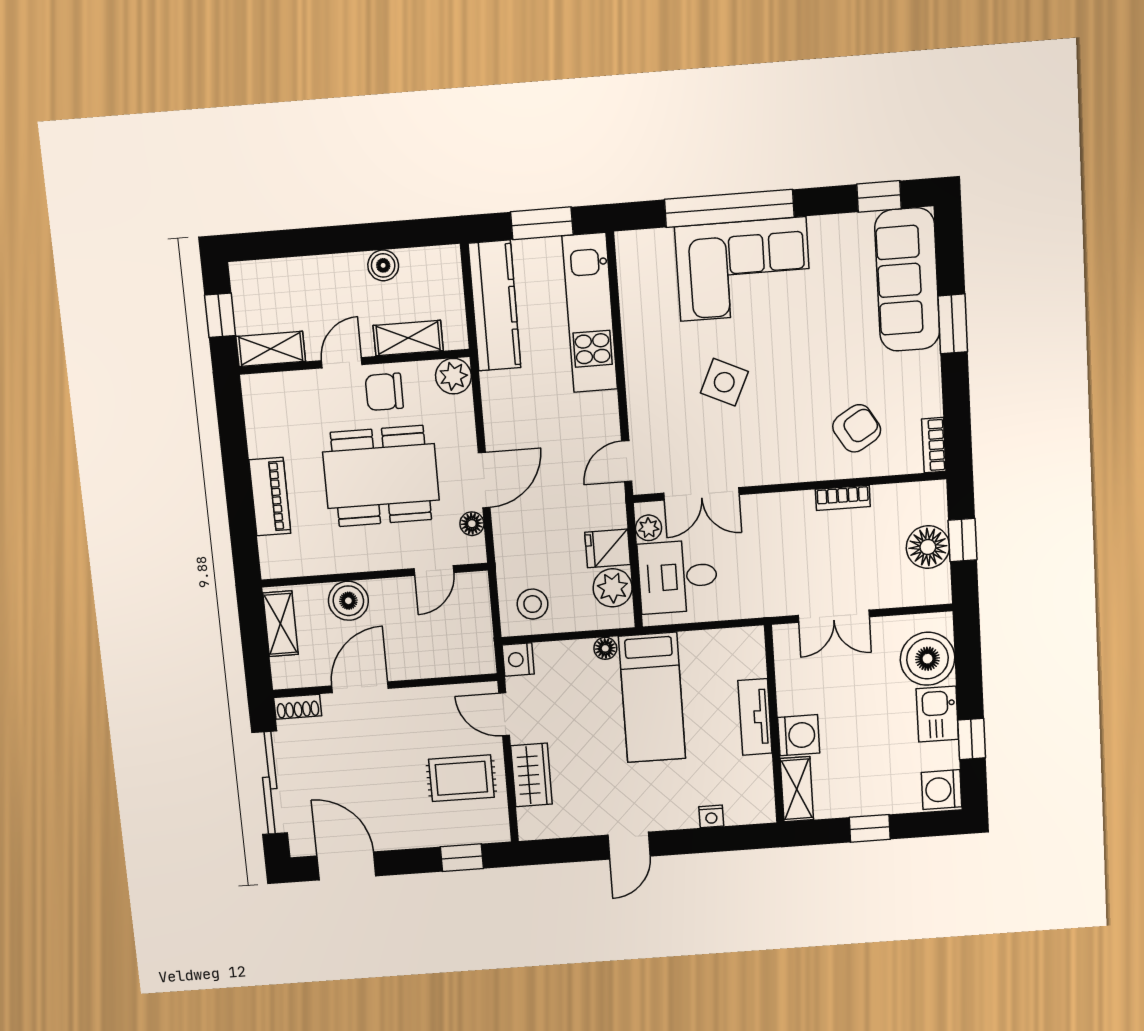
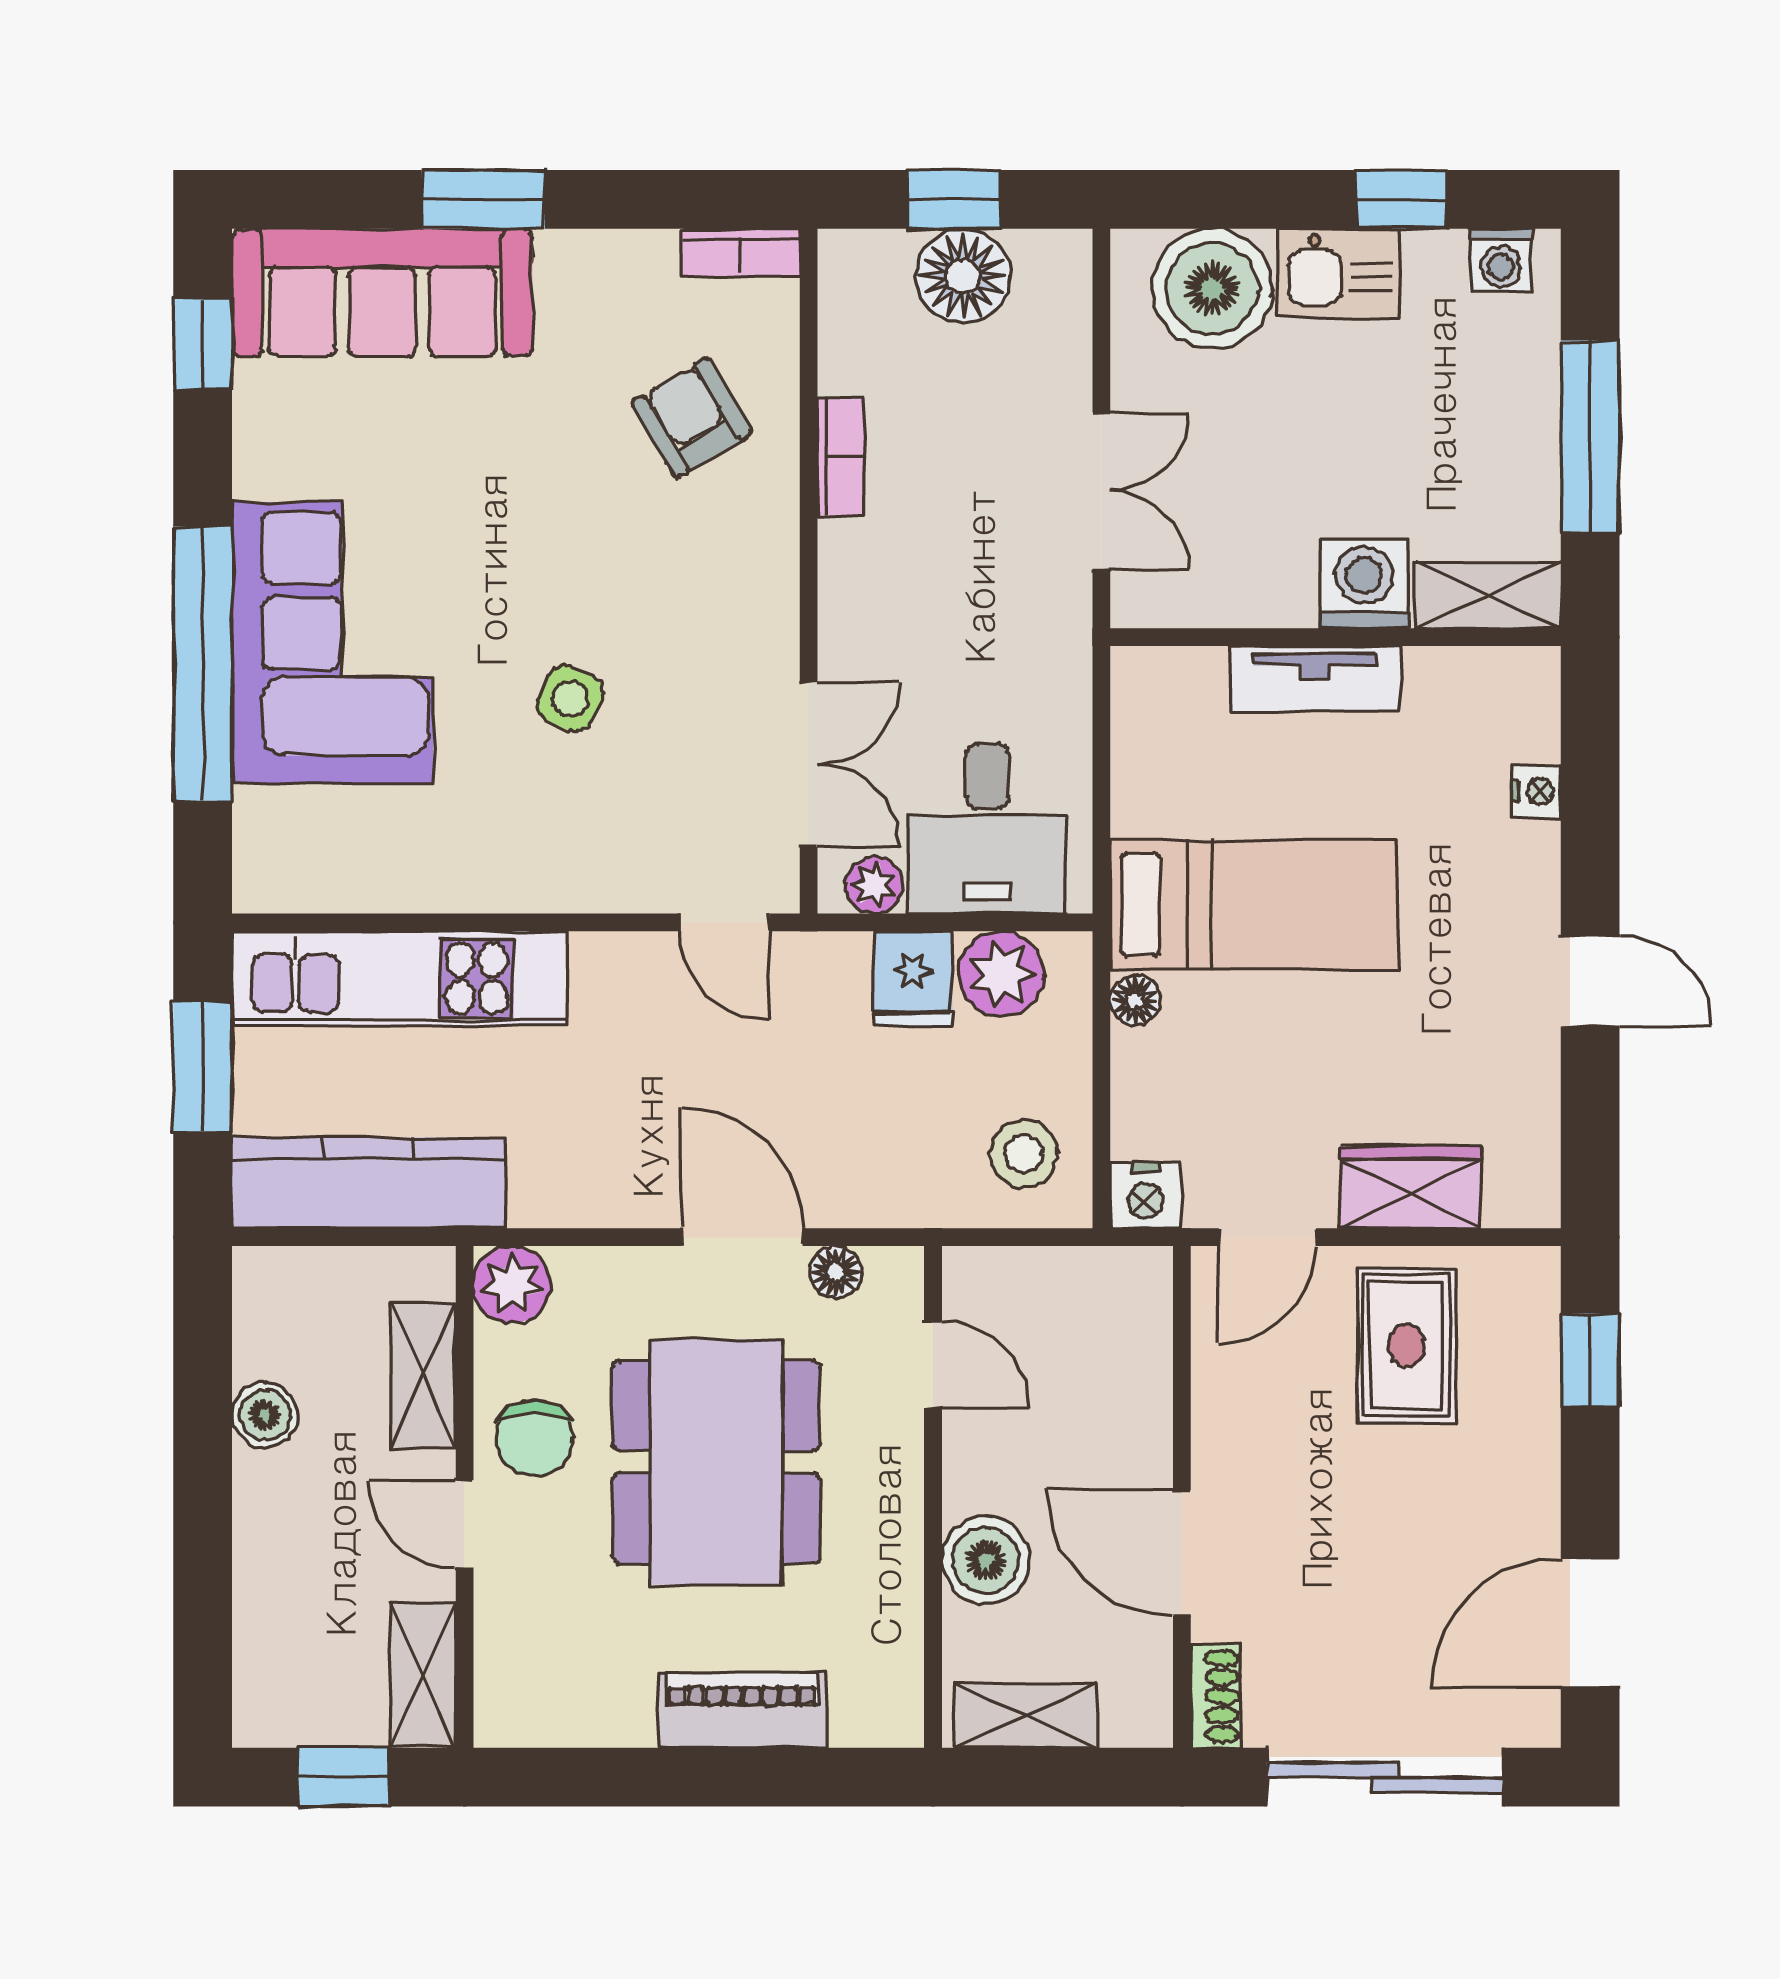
side table: (724, 382) -> (570, 699), width x0.73, depth x0.73
washing machine: (941, 790) -> (1501, 260), width x0.73, depth x0.73
window: (870, 828) -> (1590, 437), width x2.17

